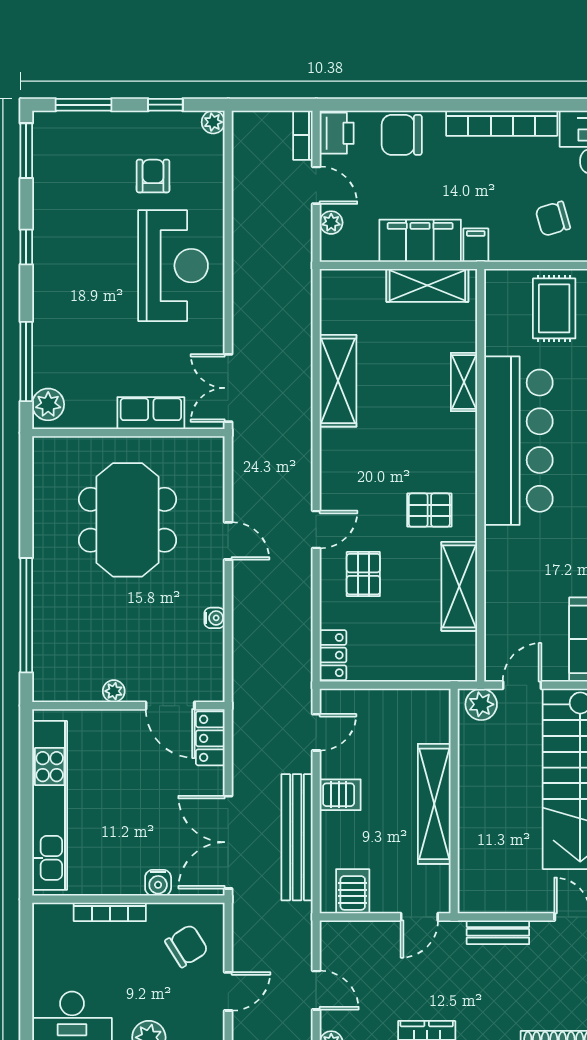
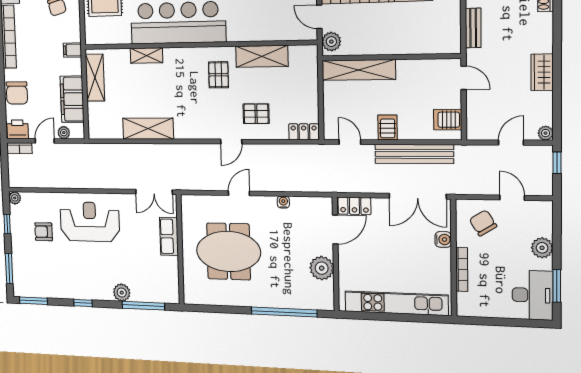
filing cabinet: (420, 241) -> (72, 99), moved
plant: (48, 404) -> (122, 293), moved
door: (316, 530) -> (231, 142), swing flipped
plant: (114, 691) -> (322, 268), width x1.88, depth x1.88
shelving: (434, 804) -> (359, 70), moved

